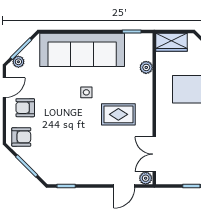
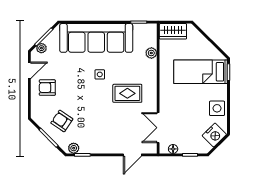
armchair: (21, 137) -> (62, 121), moved, turned -146
plant: (146, 178) -> (74, 148), moved
floor lamp: (172, 179) -> (173, 149), added

